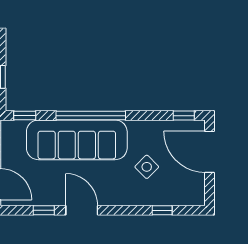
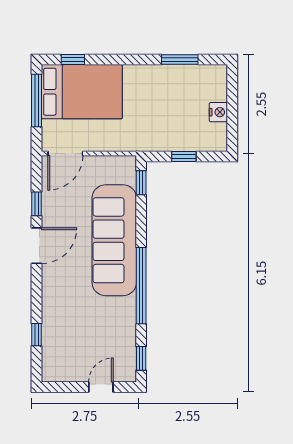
window: (91, 116) -> (141, 286), moved
door: (210, 152) -> (101, 387), width x0.53
side table: (147, 167) -> (84, 318), removed

